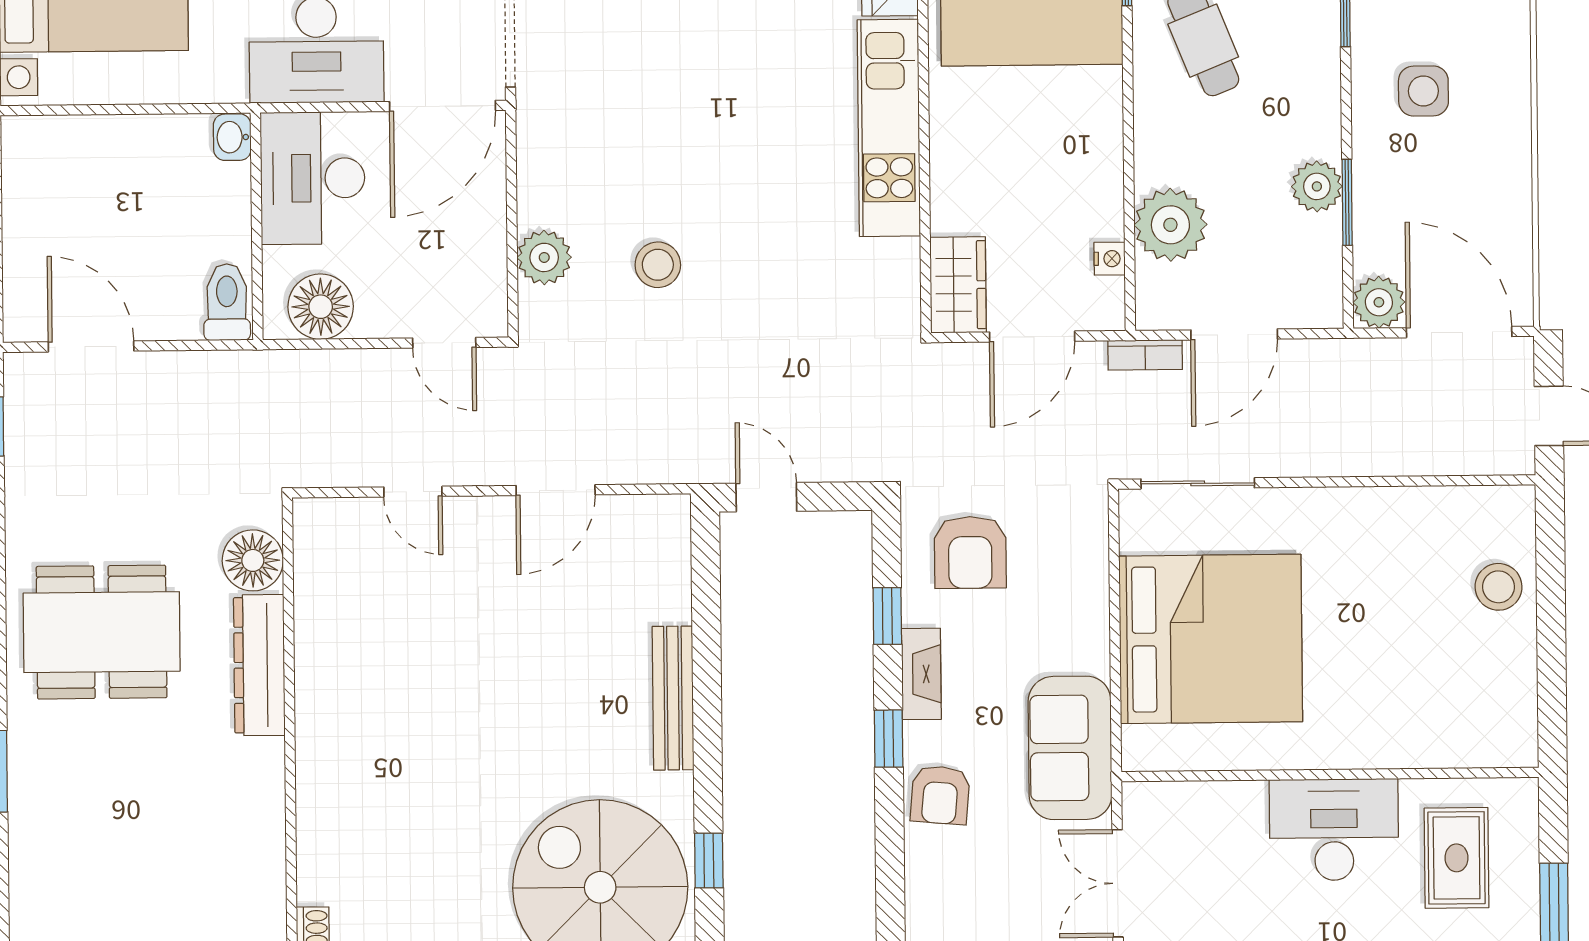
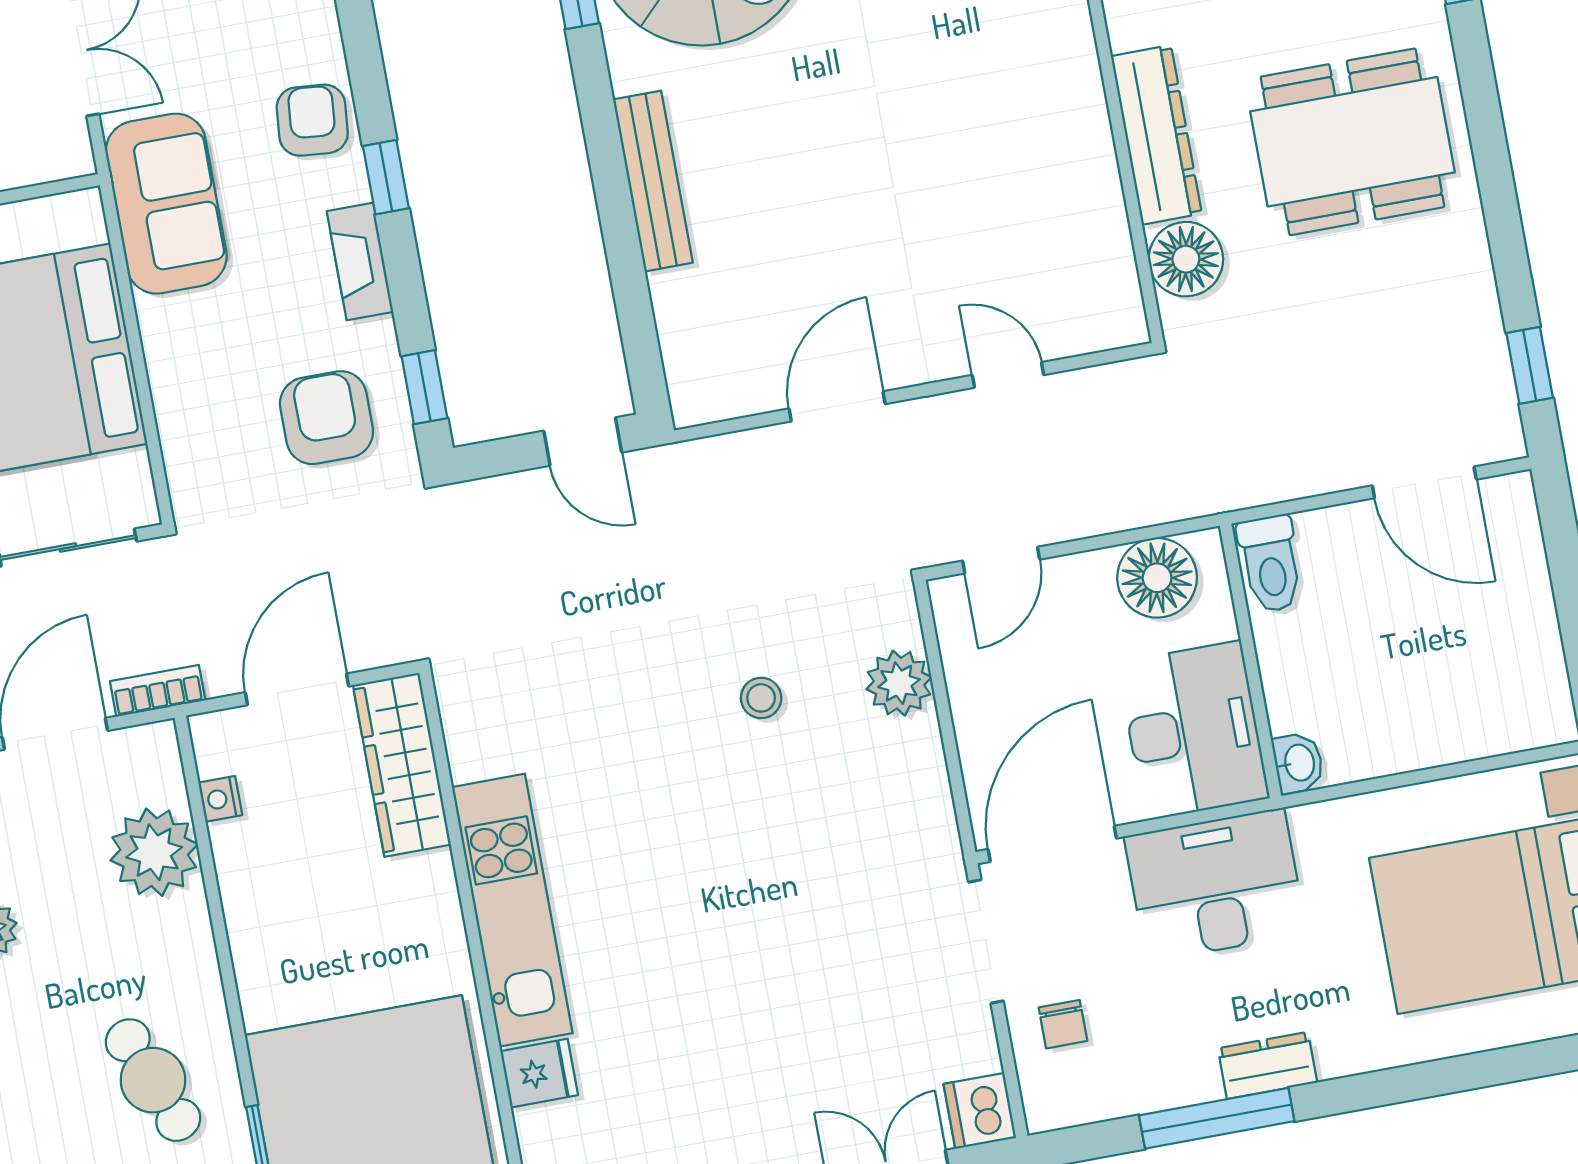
stool: (658, 265) -> (761, 698), width x0.73, depth x0.73
wardrobe: (958, 285) -> (402, 765), width x1.50
door: (444, 343) -> (1001, 560), swing flipped
window: (887, 616) -> (424, 387), moved

